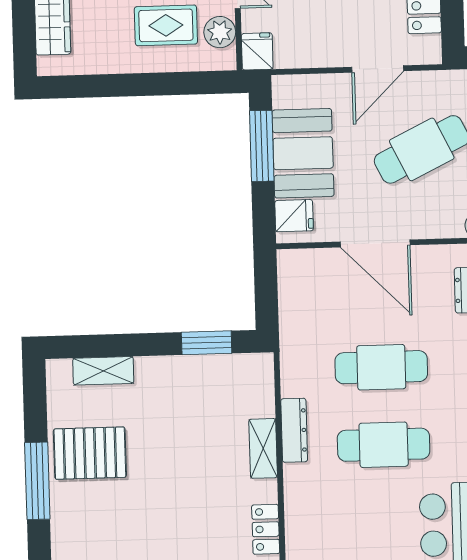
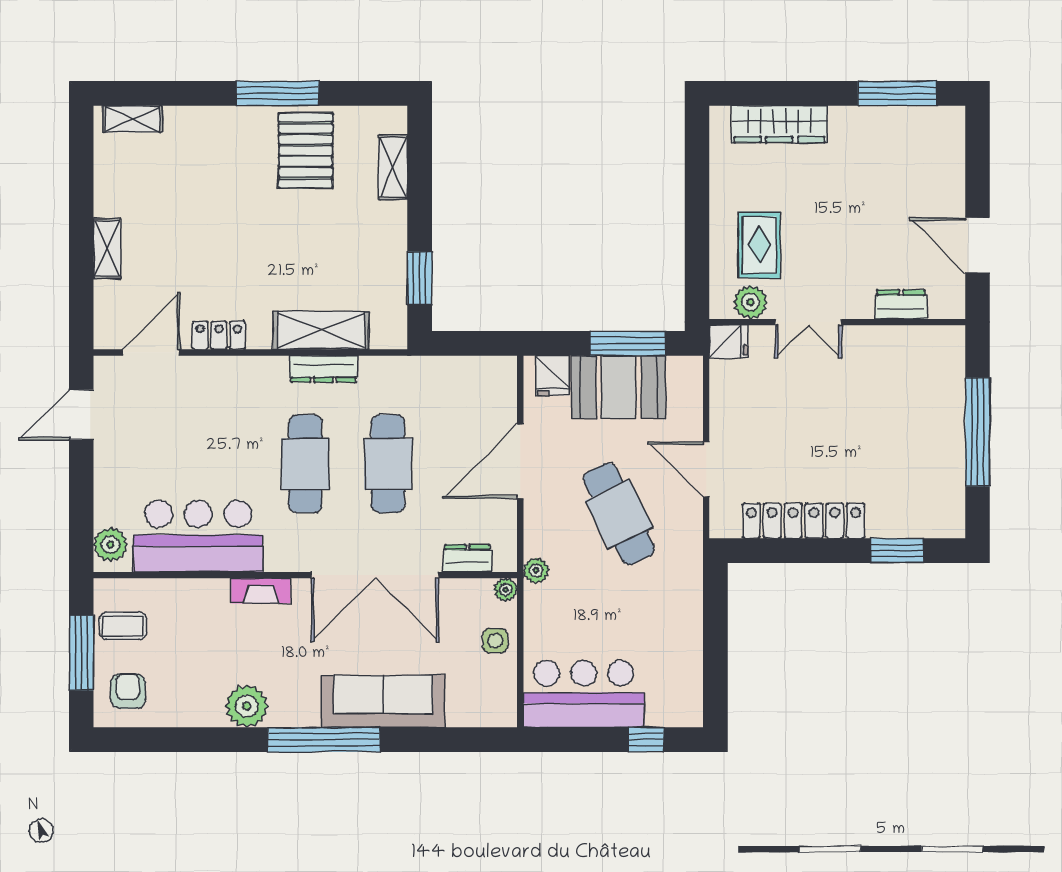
shelving: (263, 448) -> (321, 330), width x1.50, depth x1.33

